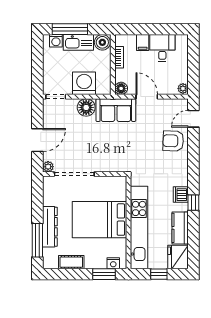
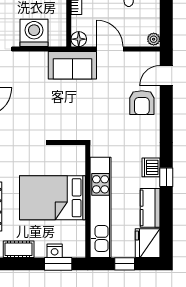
floor lamp: (86, 107) -> (37, 62), removed
armchair: (173, 141) -> (142, 103), turned -92
nightstand: (113, 263) -> (55, 251), moved

